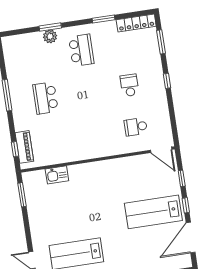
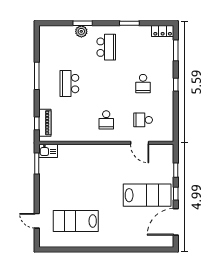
locker: (136, 23) -> (163, 31), width x0.66
school desk: (129, 85) -> (143, 84), turned 180
school desk: (94, 133) -> (106, 120), added
door: (161, 150) -> (140, 143), moved
kitchen sink: (57, 175) -> (48, 151), moved
lab bench: (153, 212) -> (147, 195), turned 180

